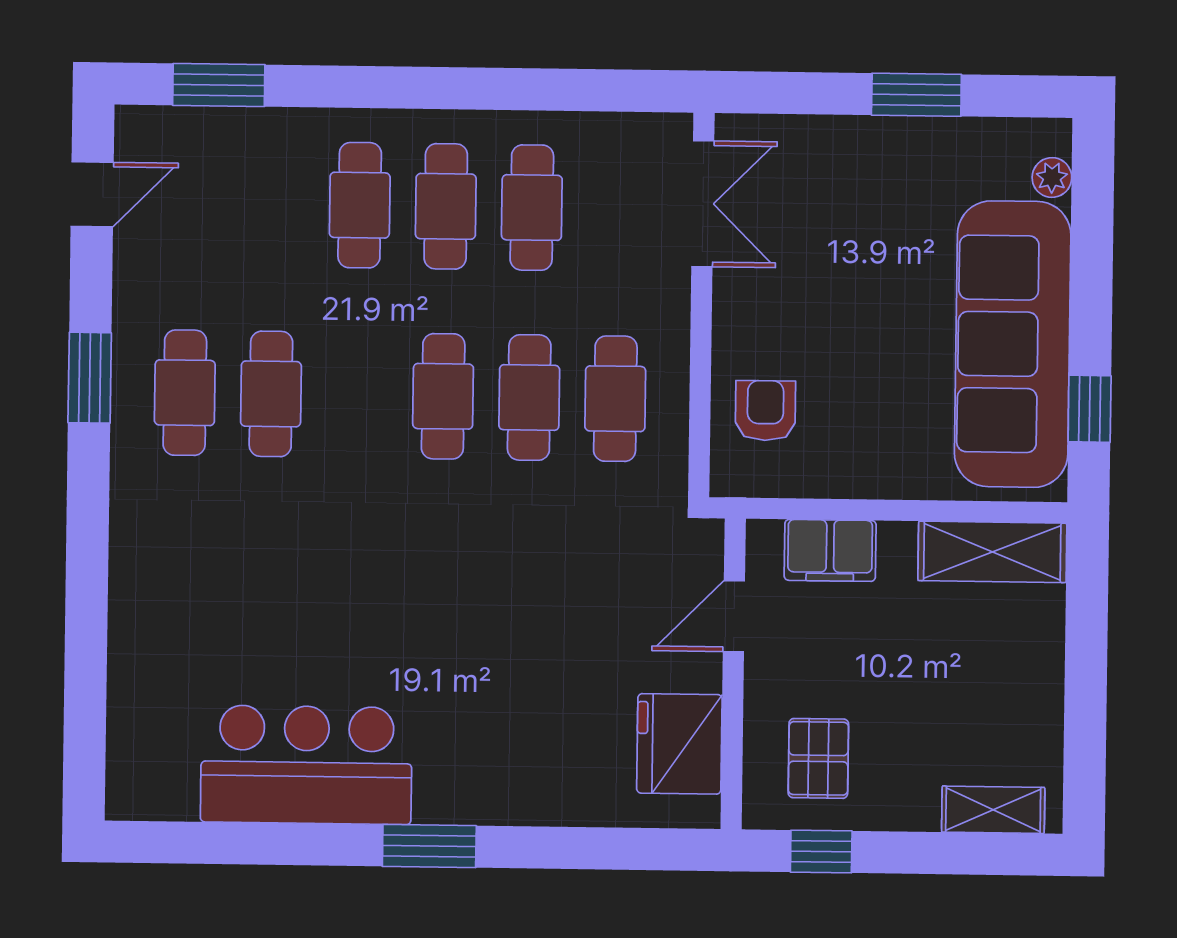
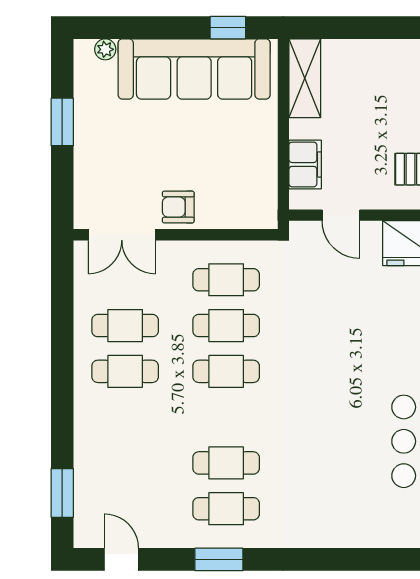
double door: (703, 204) -> (122, 235), swing flipped
cafe table: (360, 205) -> (125, 417), removed
armchair: (765, 411) -> (178, 207), moved

